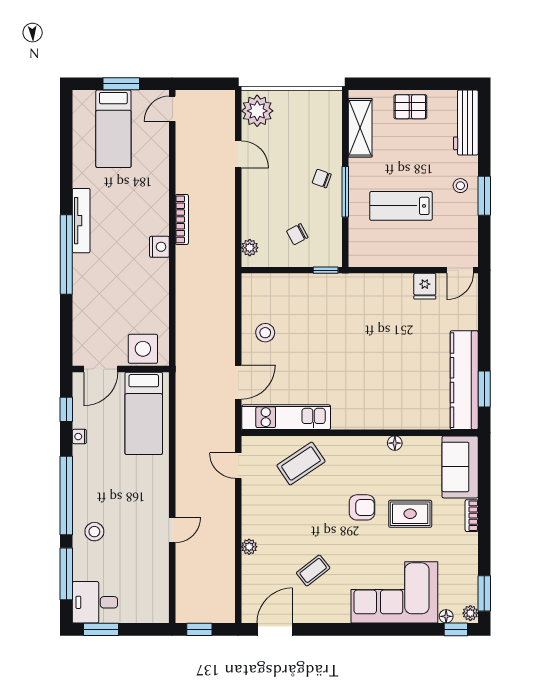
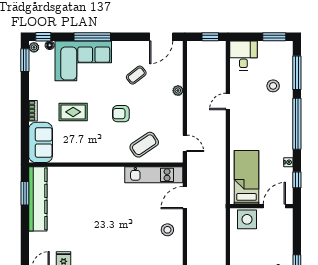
floor lamp: (395, 443) -> (83, 158), removed
armchair: (362, 507) -> (121, 114), moved
stool: (94, 532) -> (273, 86), moved
desk: (95, 602) -> (243, 55), moved, turned -90
window: (381, 629) -> (92, 37), added

